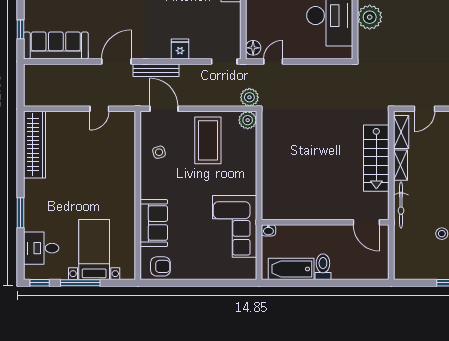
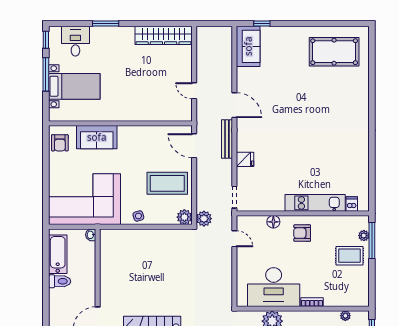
sofa: (56, 45) -> (248, 46), width x0.73
floor lamp: (253, 48) -> (273, 222), moved
door: (164, 109) -> (194, 146), swing flipped
side table: (159, 152) -> (138, 216), moved
corner sofa: (235, 226) -> (84, 199), width x1.36, depth x1.36

